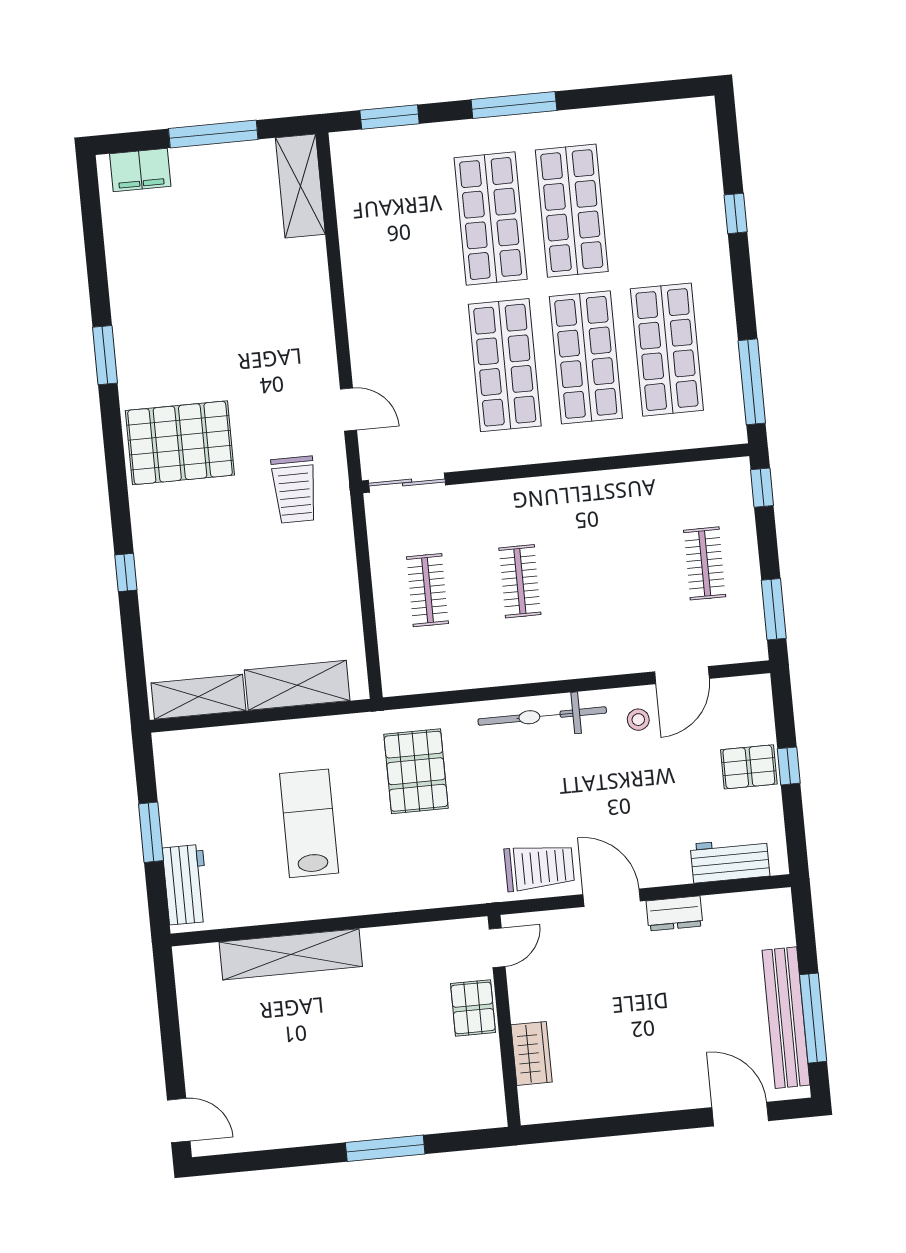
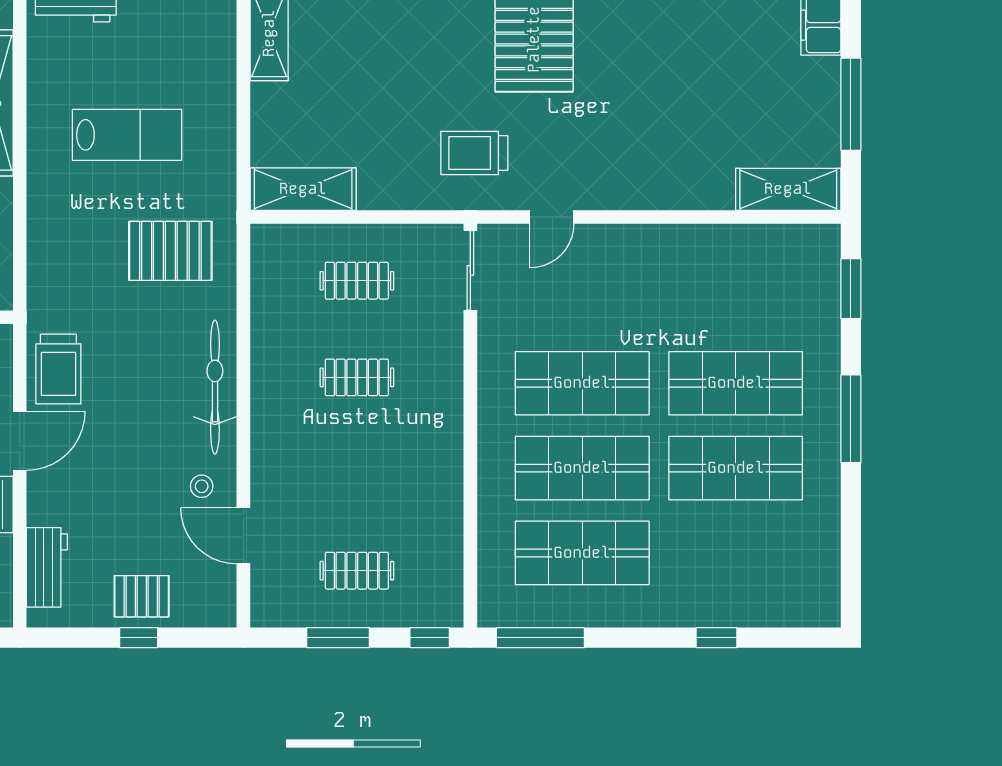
window: (774, 609) -> (338, 638), moved
shelving: (297, 685) -> (303, 189), moved, turned 90
pallet: (749, 767) -> (142, 596), turned 90

